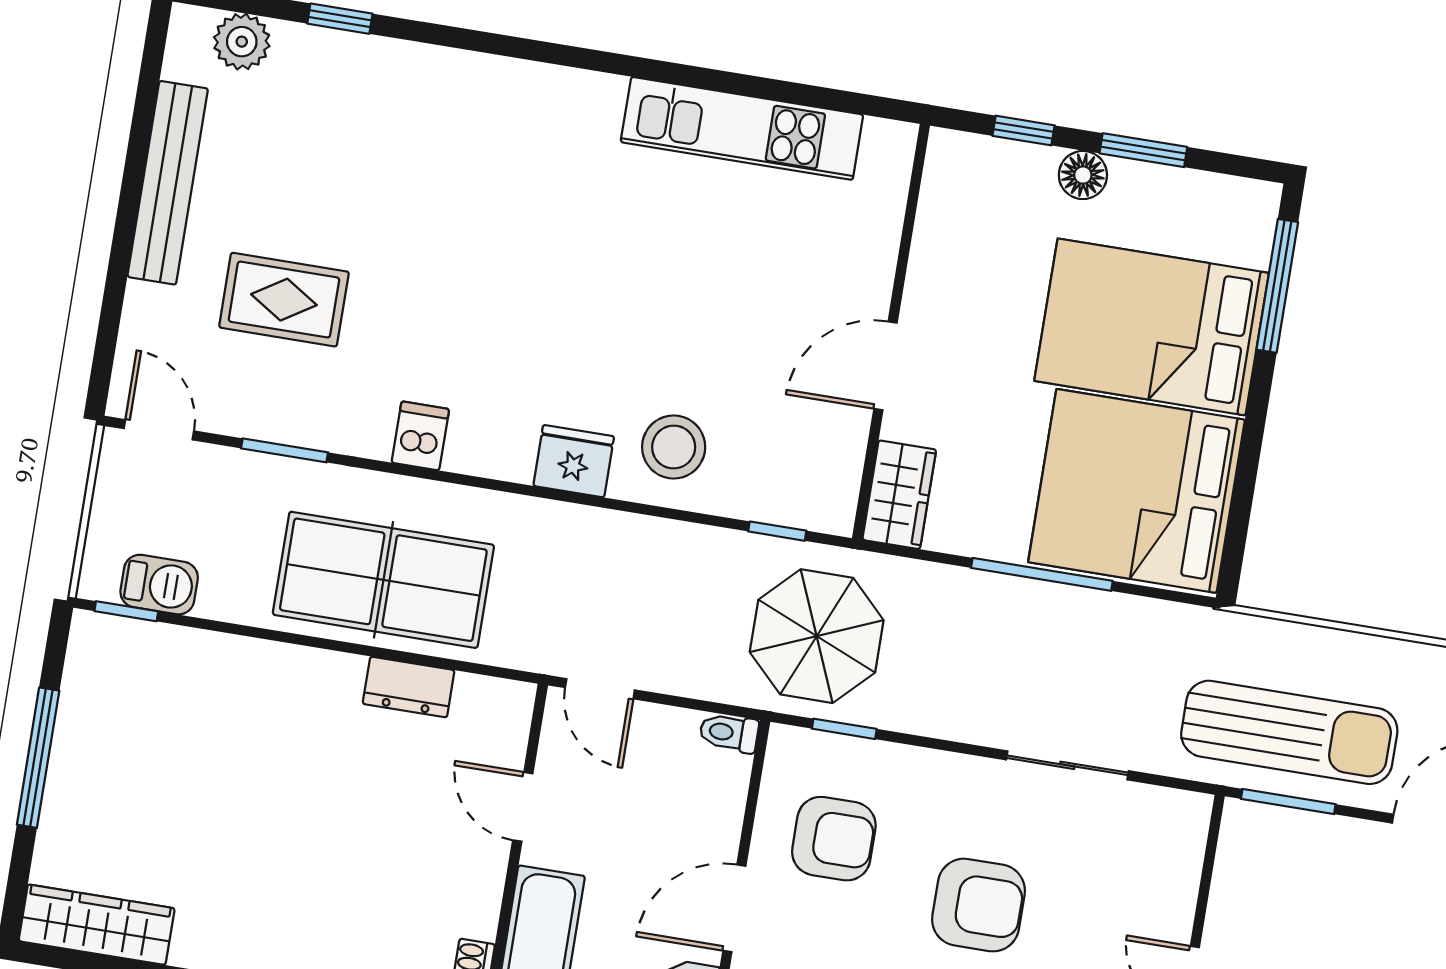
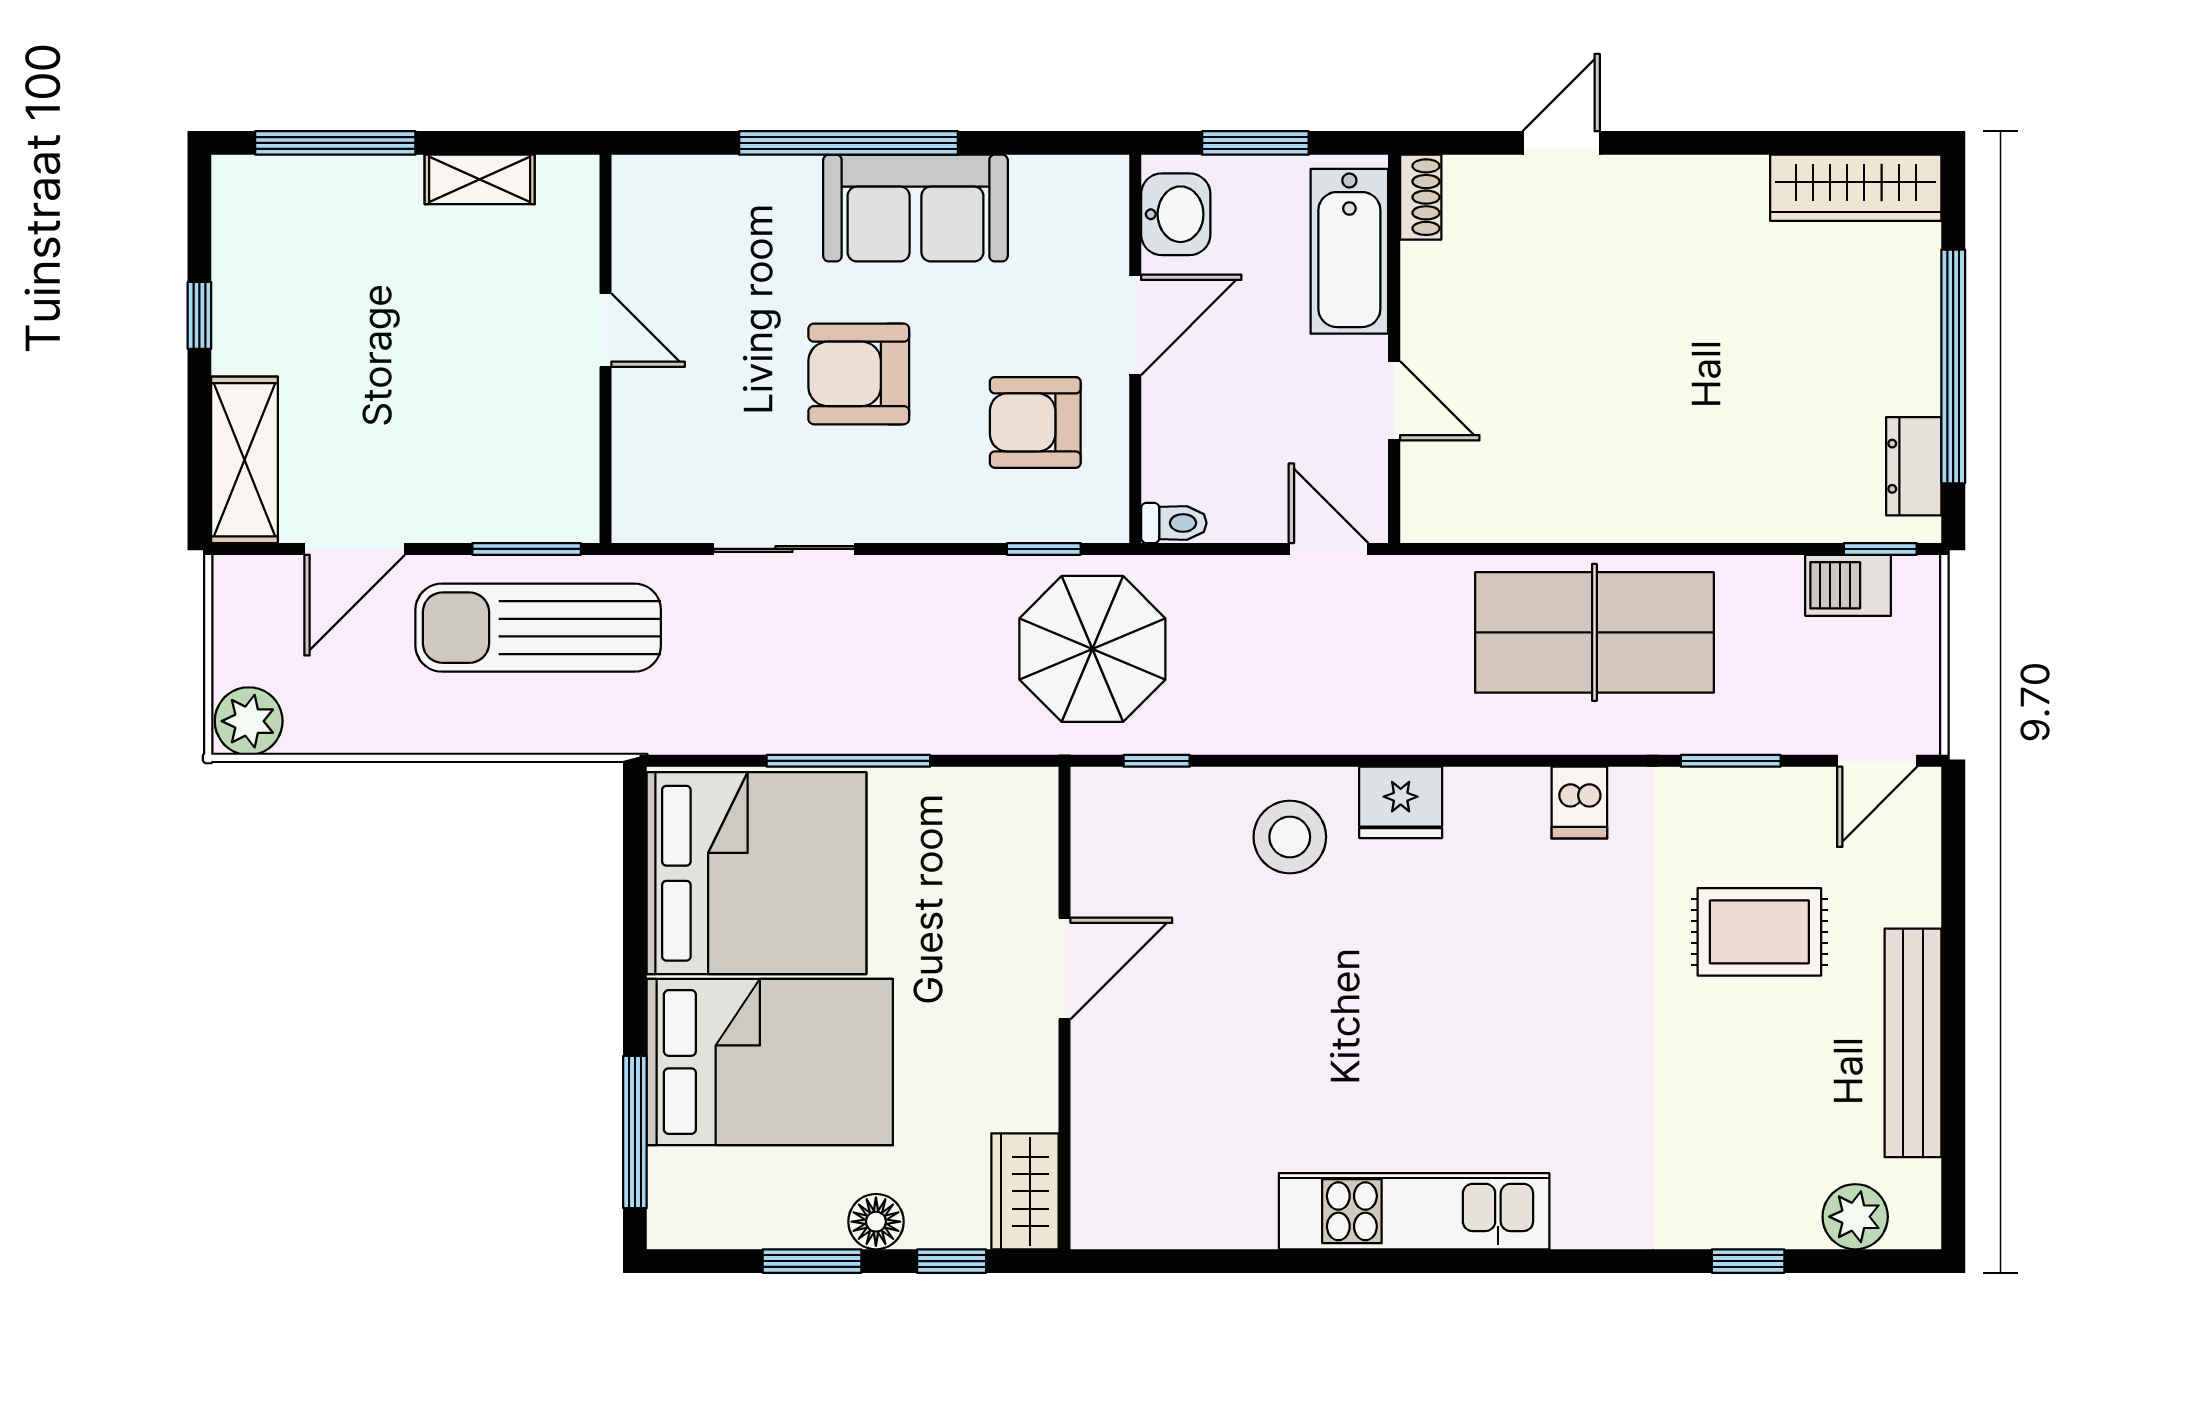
kitchen unit: (742, 128) -> (1414, 1211), moved
door: (159, 430) -> (1877, 761), hinge flipped
wardrobe: (899, 495) -> (1025, 1191), moved
dresser: (409, 687) -> (1914, 466), moved, turned -90
window: (38, 758) -> (1953, 366), width x1.46

